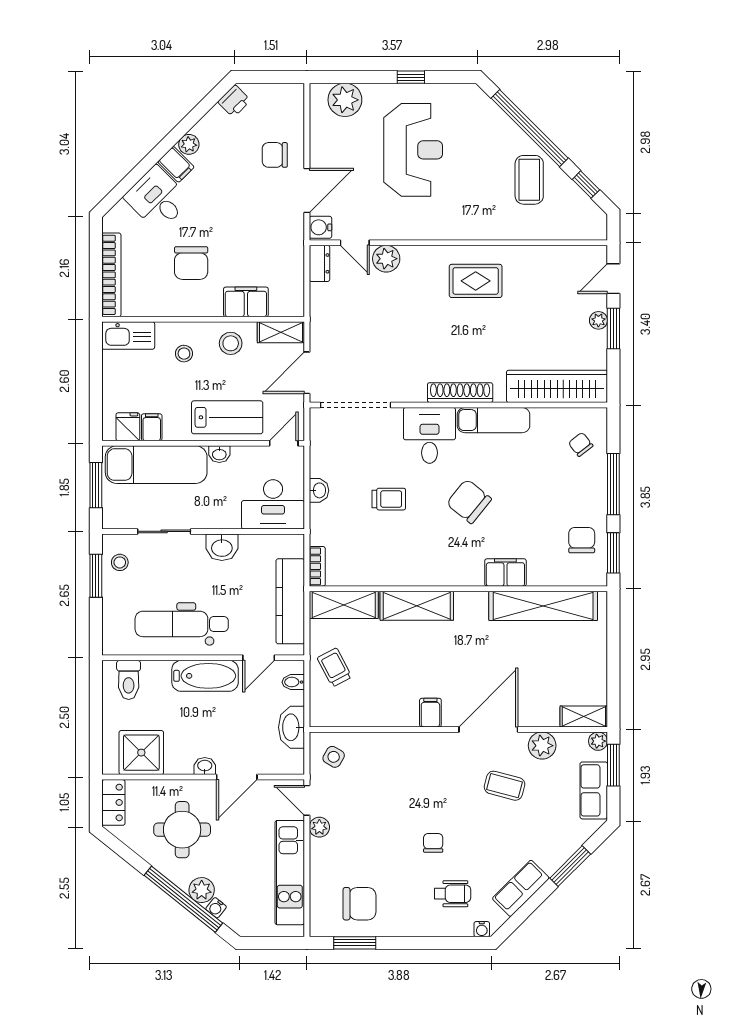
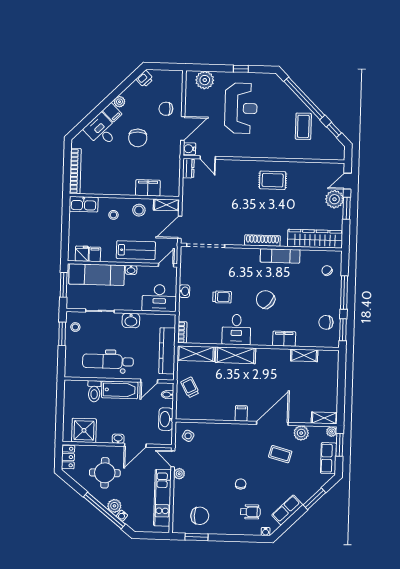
plant: (386, 259) -> (225, 167), removed
chair: (191, 263) -> (138, 138), moved
plant: (598, 320) -> (334, 199), width x1.88, depth x1.88
desk: (429, 435) -> (236, 330), moved, turned 180
chair: (582, 540) -> (326, 322), turned -90
shelving: (543, 606) -> (304, 355), width x0.45, depth x0.75
toilet: (129, 680) -> (94, 391), moved

